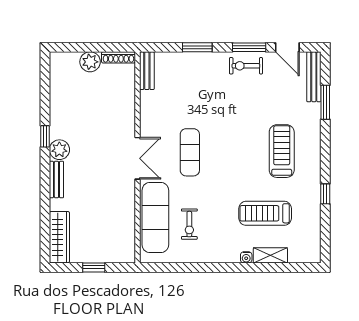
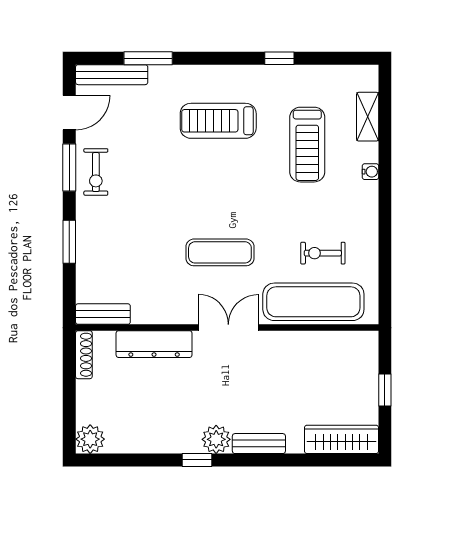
plant: (90, 62) -> (90, 439), moved
dresser: (126, 106) -> (154, 344), added
exercise bike: (189, 224) -> (323, 253), turned 180
shelving: (270, 255) -> (368, 117), moved

